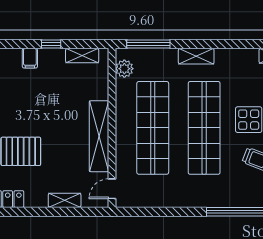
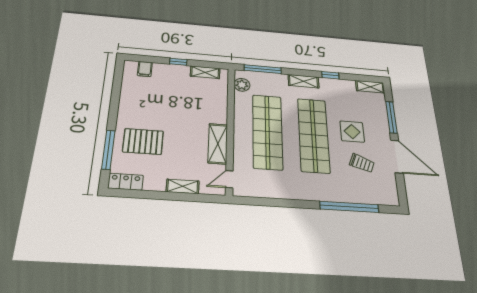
window: (229, 44) -> (330, 75), added
filing cabinet: (30, 58) -> (145, 69), moved
shelving: (99, 136) -> (218, 144), width x0.68

